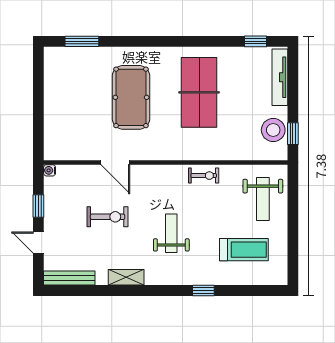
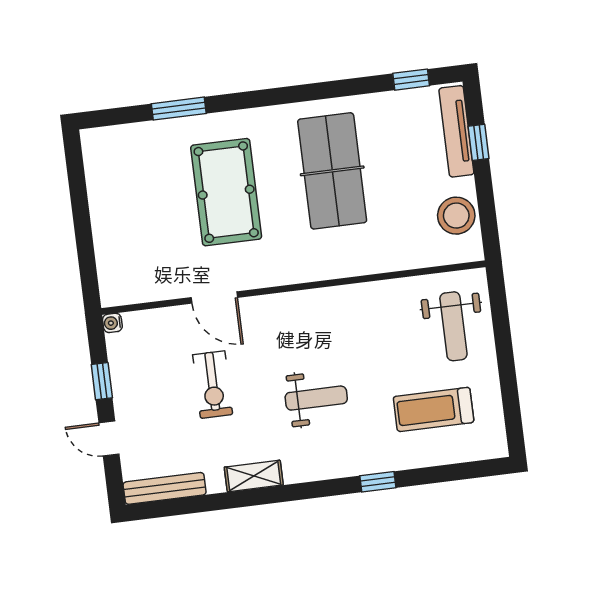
window: (82, 41) -> (179, 109), moved
window: (293, 134) -> (479, 142), moved
exercise bike: (204, 176) -> (356, 301), removed
exercise bike: (108, 217) -> (213, 385), turned 90
weight bench: (171, 233) -> (316, 398), turned 90
treadmill: (244, 250) -> (434, 409), turned 180

